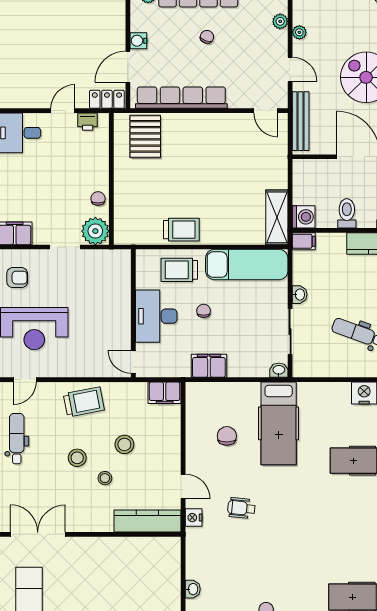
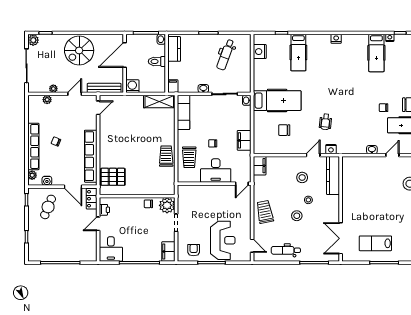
cafe table: (93, 23) -> (48, 207), added
water cooler: (138, 41) -> (47, 181), moved
door: (63, 111) -> (98, 224), hinge flipped
washing machine: (304, 217) -> (132, 86), moved
exam couch: (247, 265) -> (183, 112), width x0.73, depth x0.69
stool: (124, 444) -> (302, 177), moved

